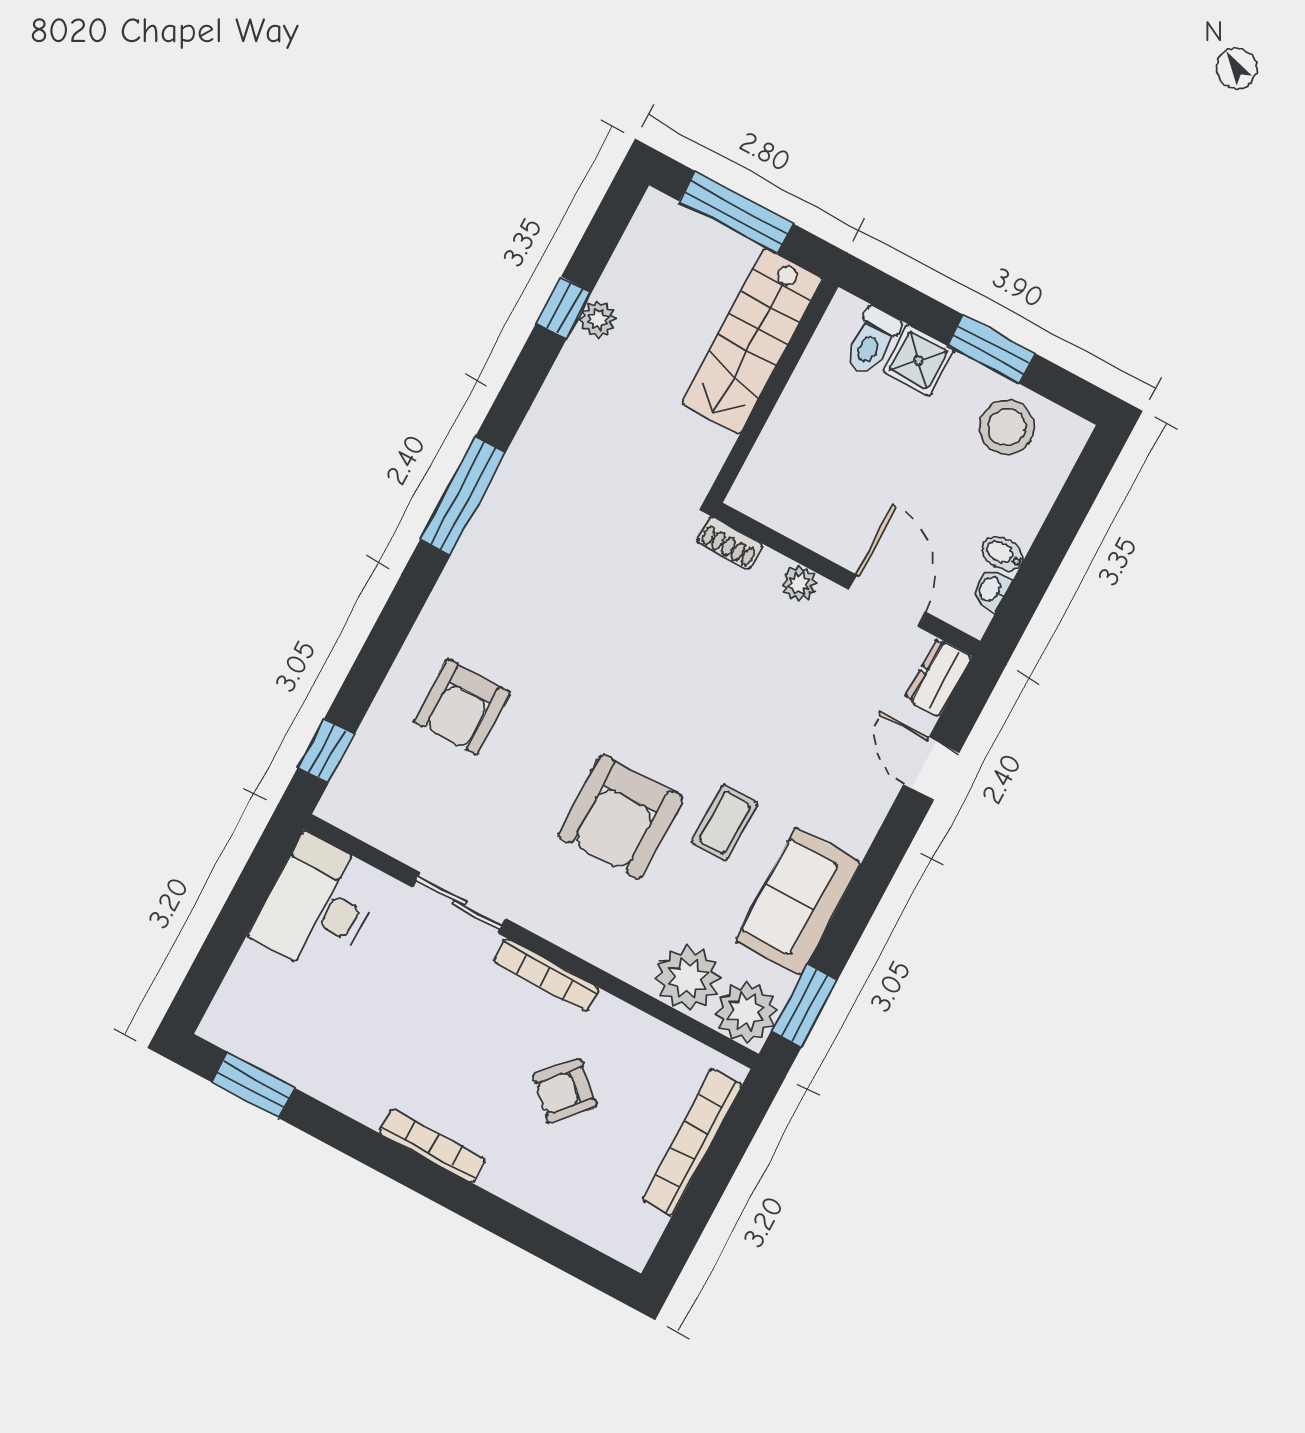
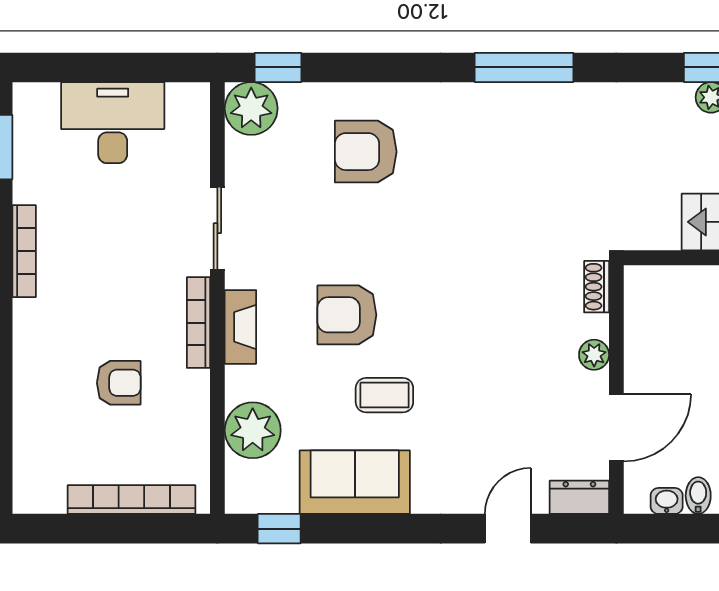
armchair: (621, 817) -> (347, 315), width x0.73, depth x0.73
desk: (317, 905) -> (113, 123), moved
fireplace: (574, 934) -> (240, 327), added
window: (804, 1006) -> (279, 529), width x0.67
plant: (746, 1012) -> (251, 108), moved
armchair: (564, 1091) -> (119, 383), turned 137
bookcase: (432, 1146) -> (24, 251), moved

